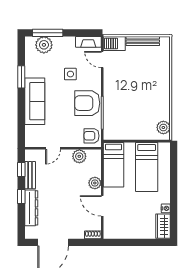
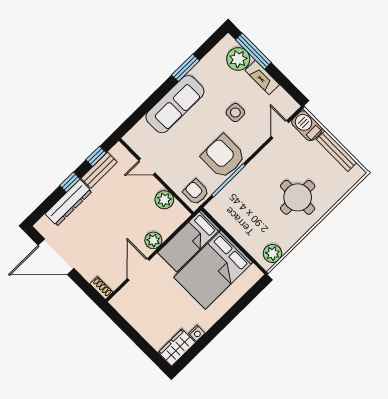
fireplace: (88, 42) -> (262, 77), moved
round table: (147, 85) -> (298, 197), added
bed: (147, 167) -> (213, 270), width x1.50

